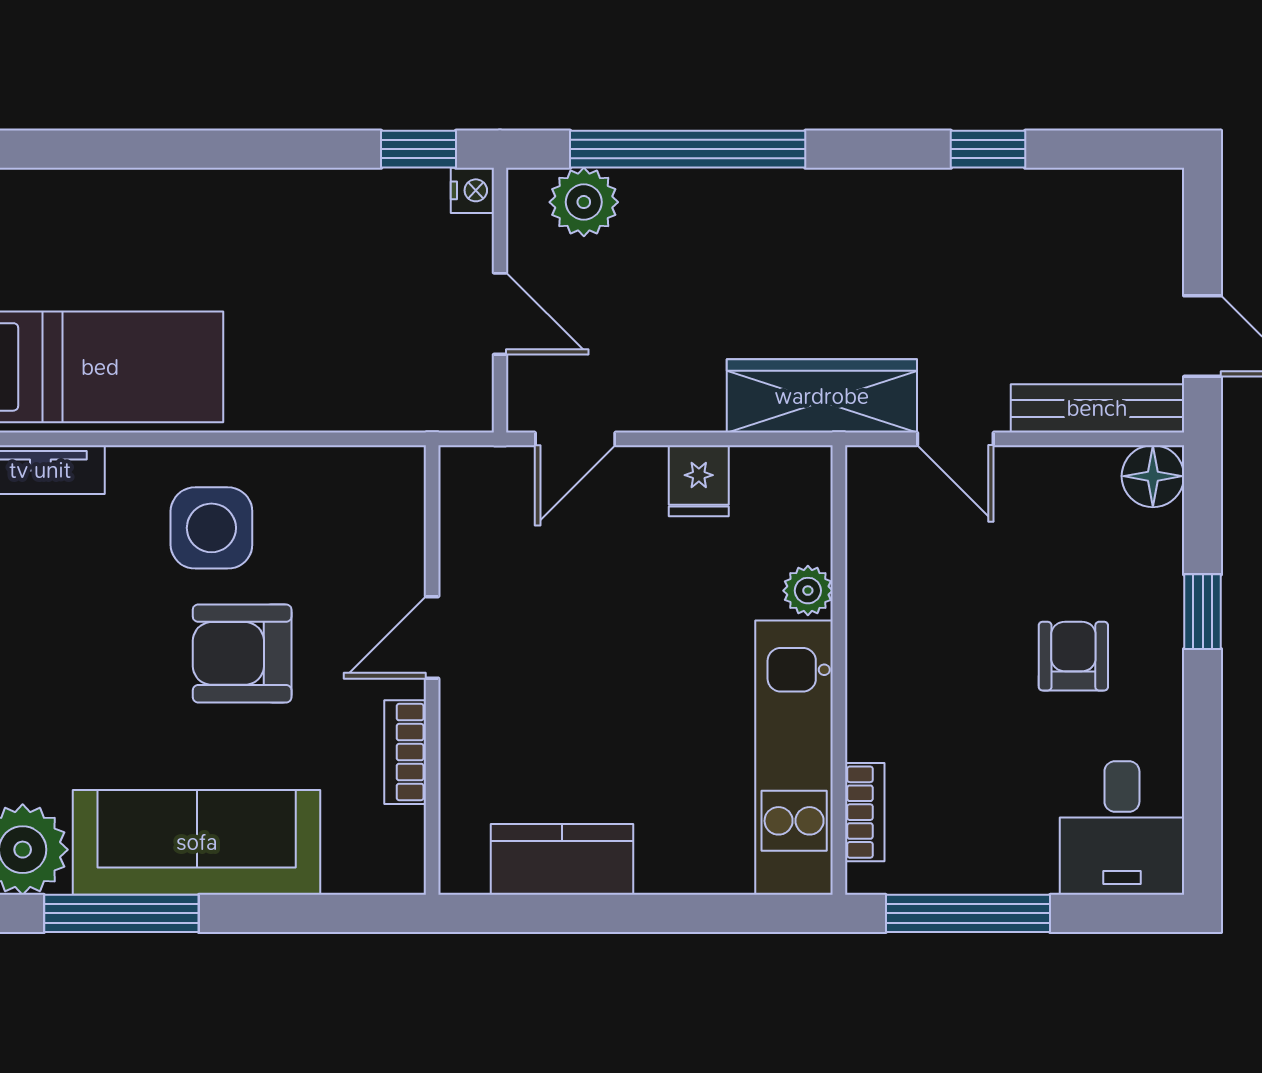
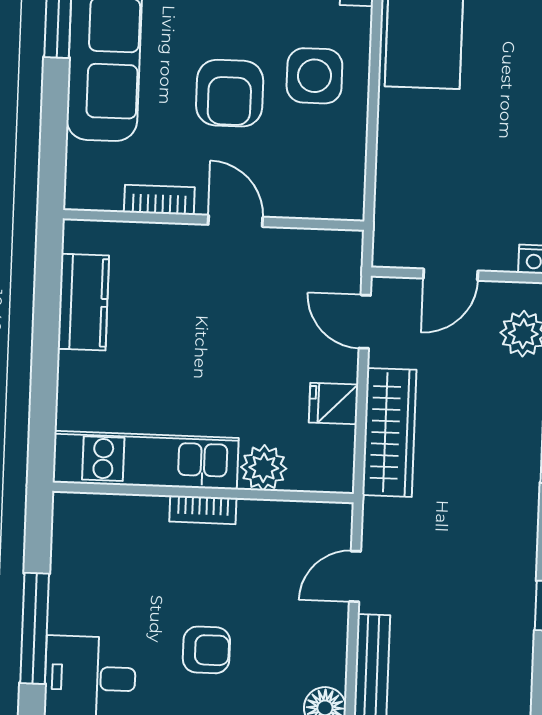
wardrobe: (822, 396) -> (389, 432), moved
plant: (808, 591) -> (264, 468), width x1.38, depth x1.38
armchair: (242, 653) -> (230, 93), turned 180
bookcase: (865, 812) -> (203, 510), moved
window: (968, 913) -> (35, 628), moved

